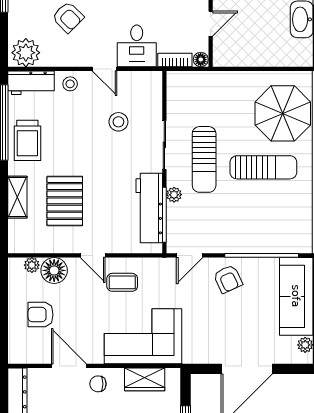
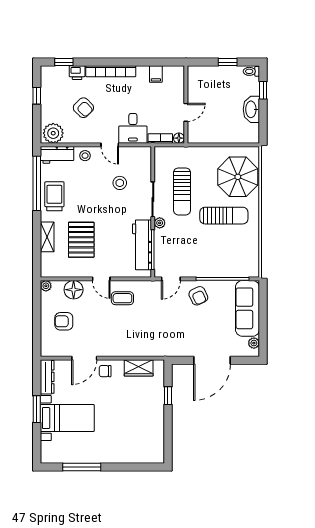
trolley: (27, 140) -> (54, 196), turned 180
sun lounger: (204, 159) -> (182, 191), moved
plant: (174, 195) -> (160, 223), moved
plant: (32, 265) -> (46, 286), moved
corner sofa: (143, 336) -> (137, 337), removed
door: (69, 366) -> (84, 358), swing flipped

